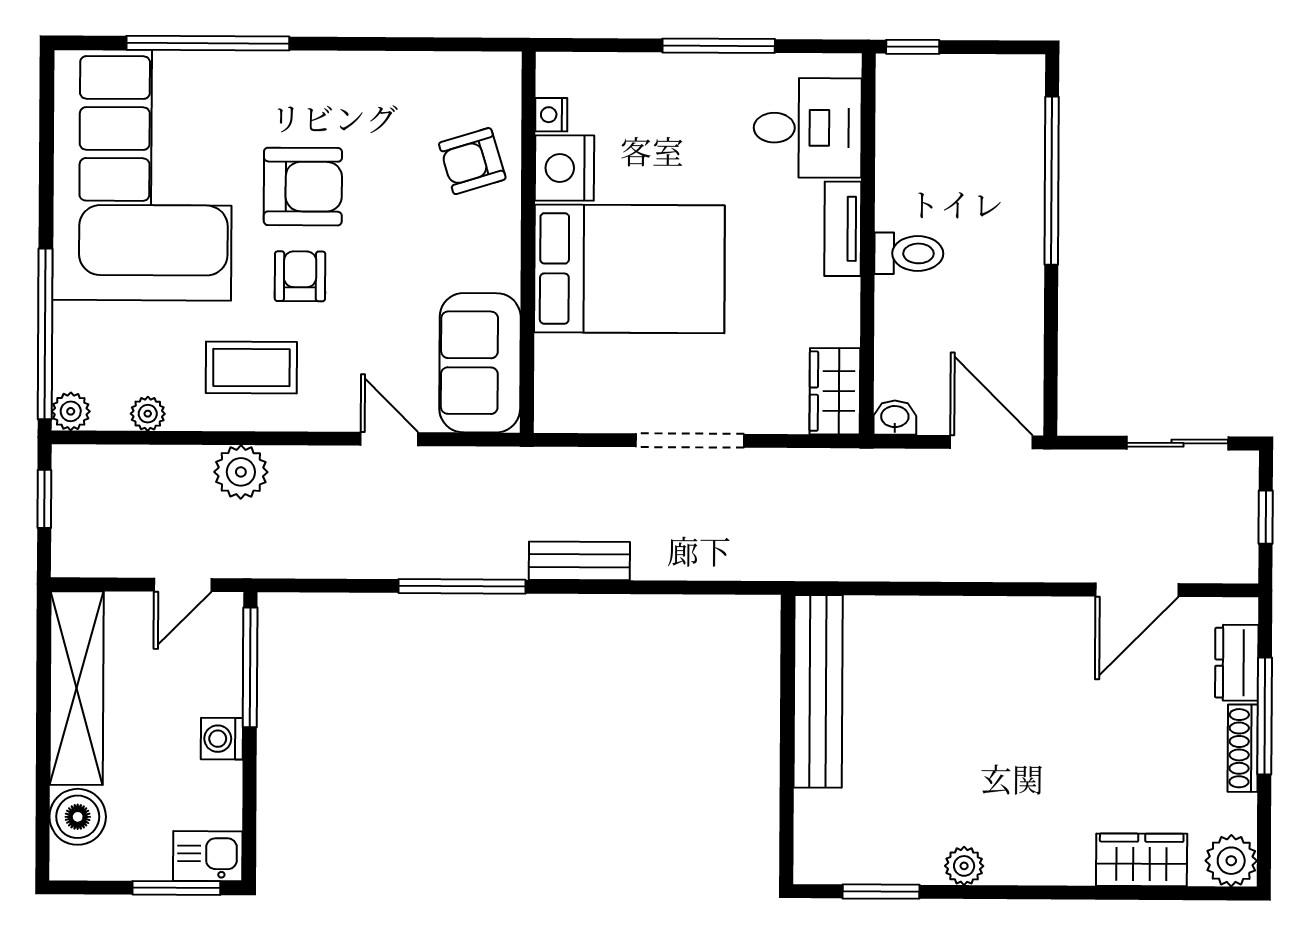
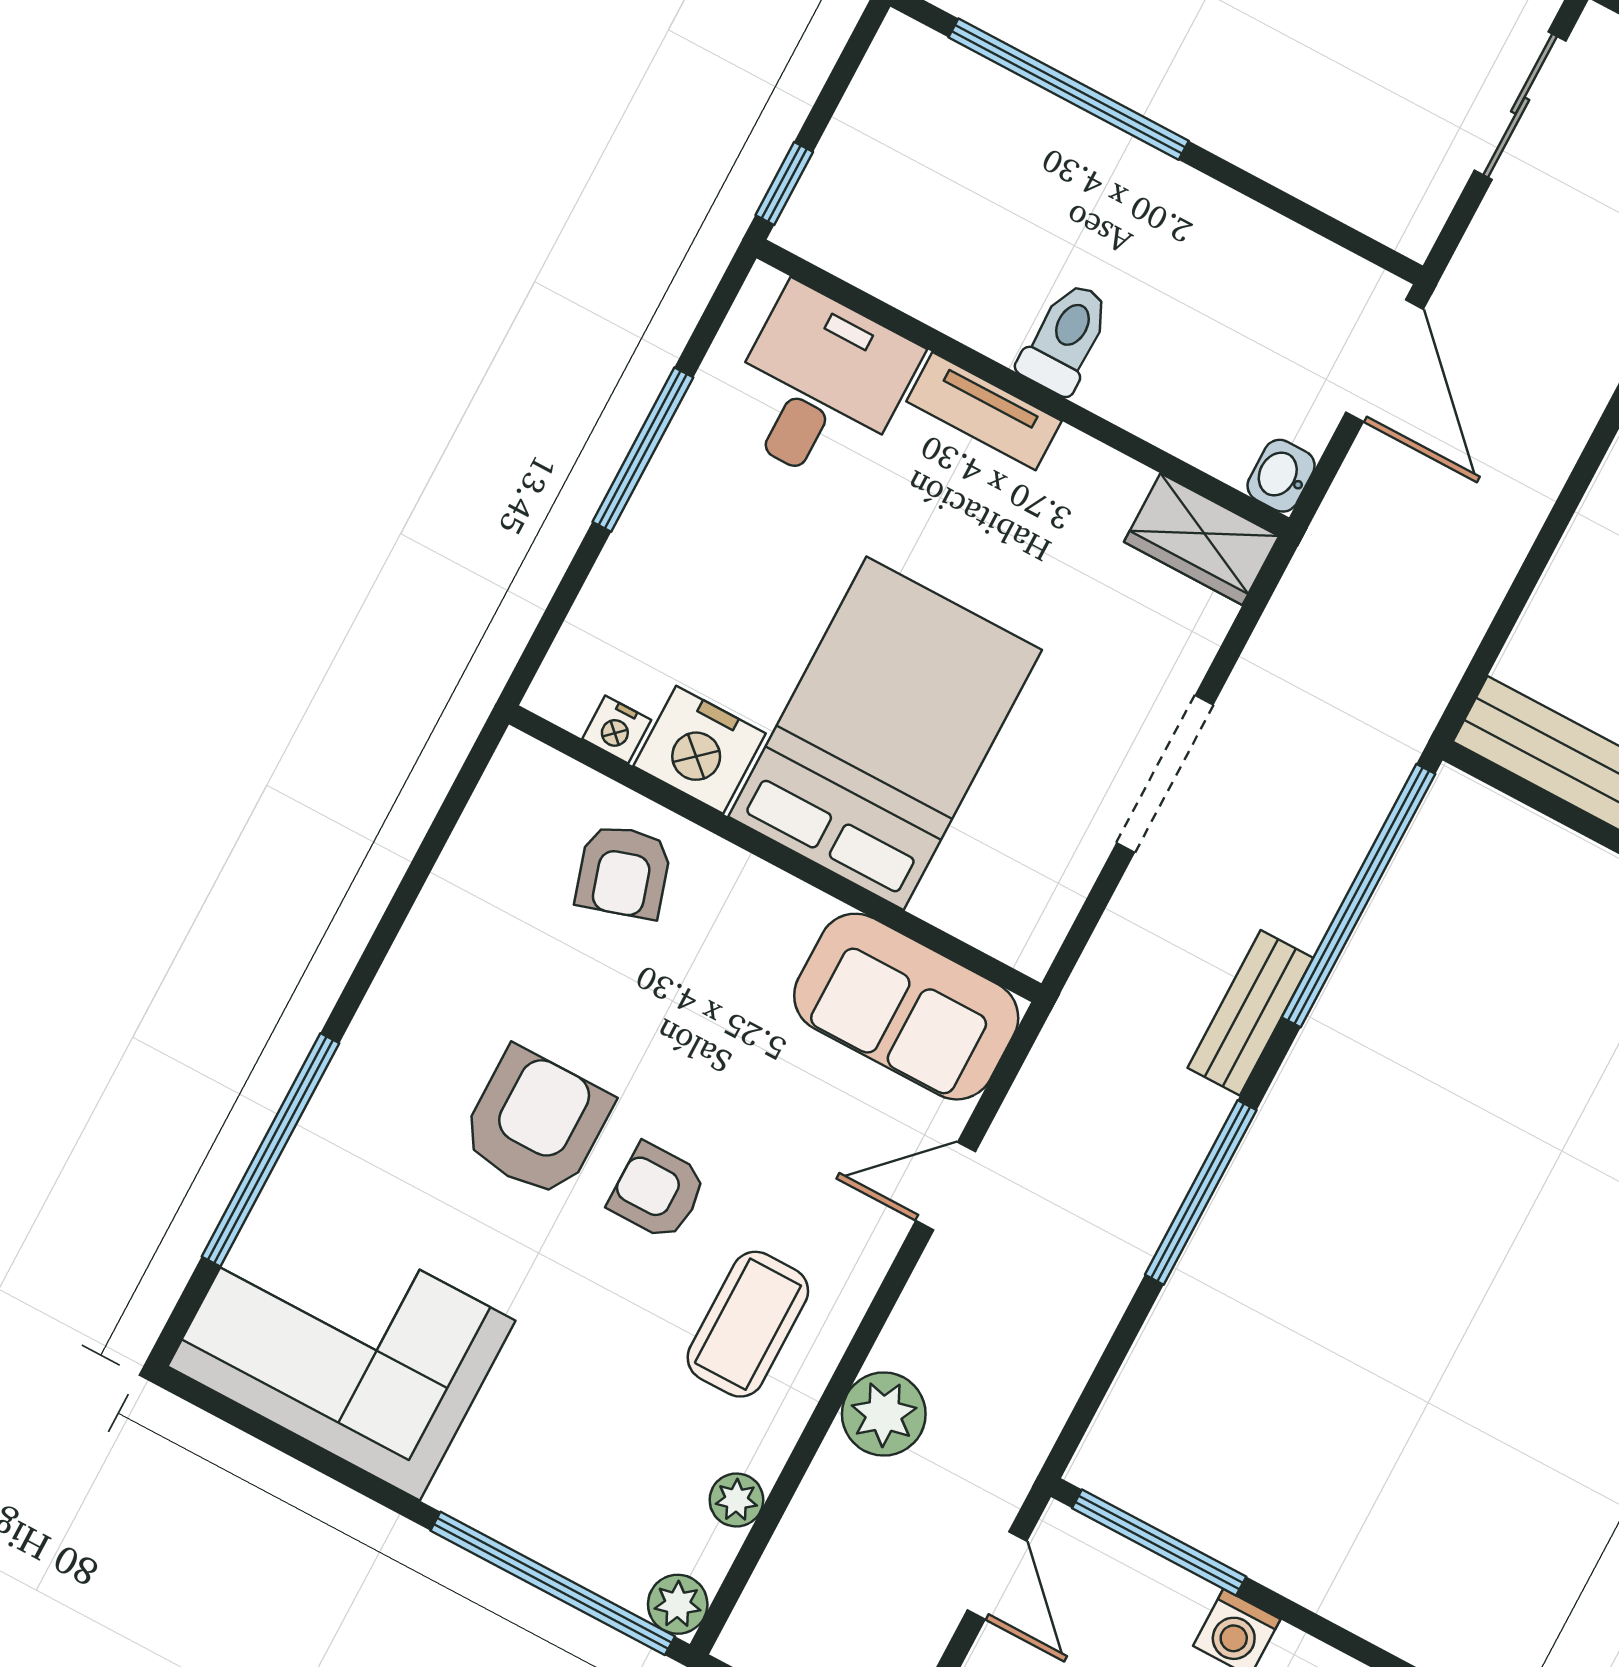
corner sofa: (142, 175) -> (341, 1343), width x0.73, depth x0.74
door: (991, 442) -> (1384, 361), swing flipped
window: (679, 587) -> (1359, 896), added

